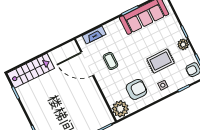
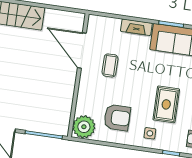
fireplace: (94, 35) -> (136, 27), moved
rug: (161, 61) -> (166, 104), turned 90

